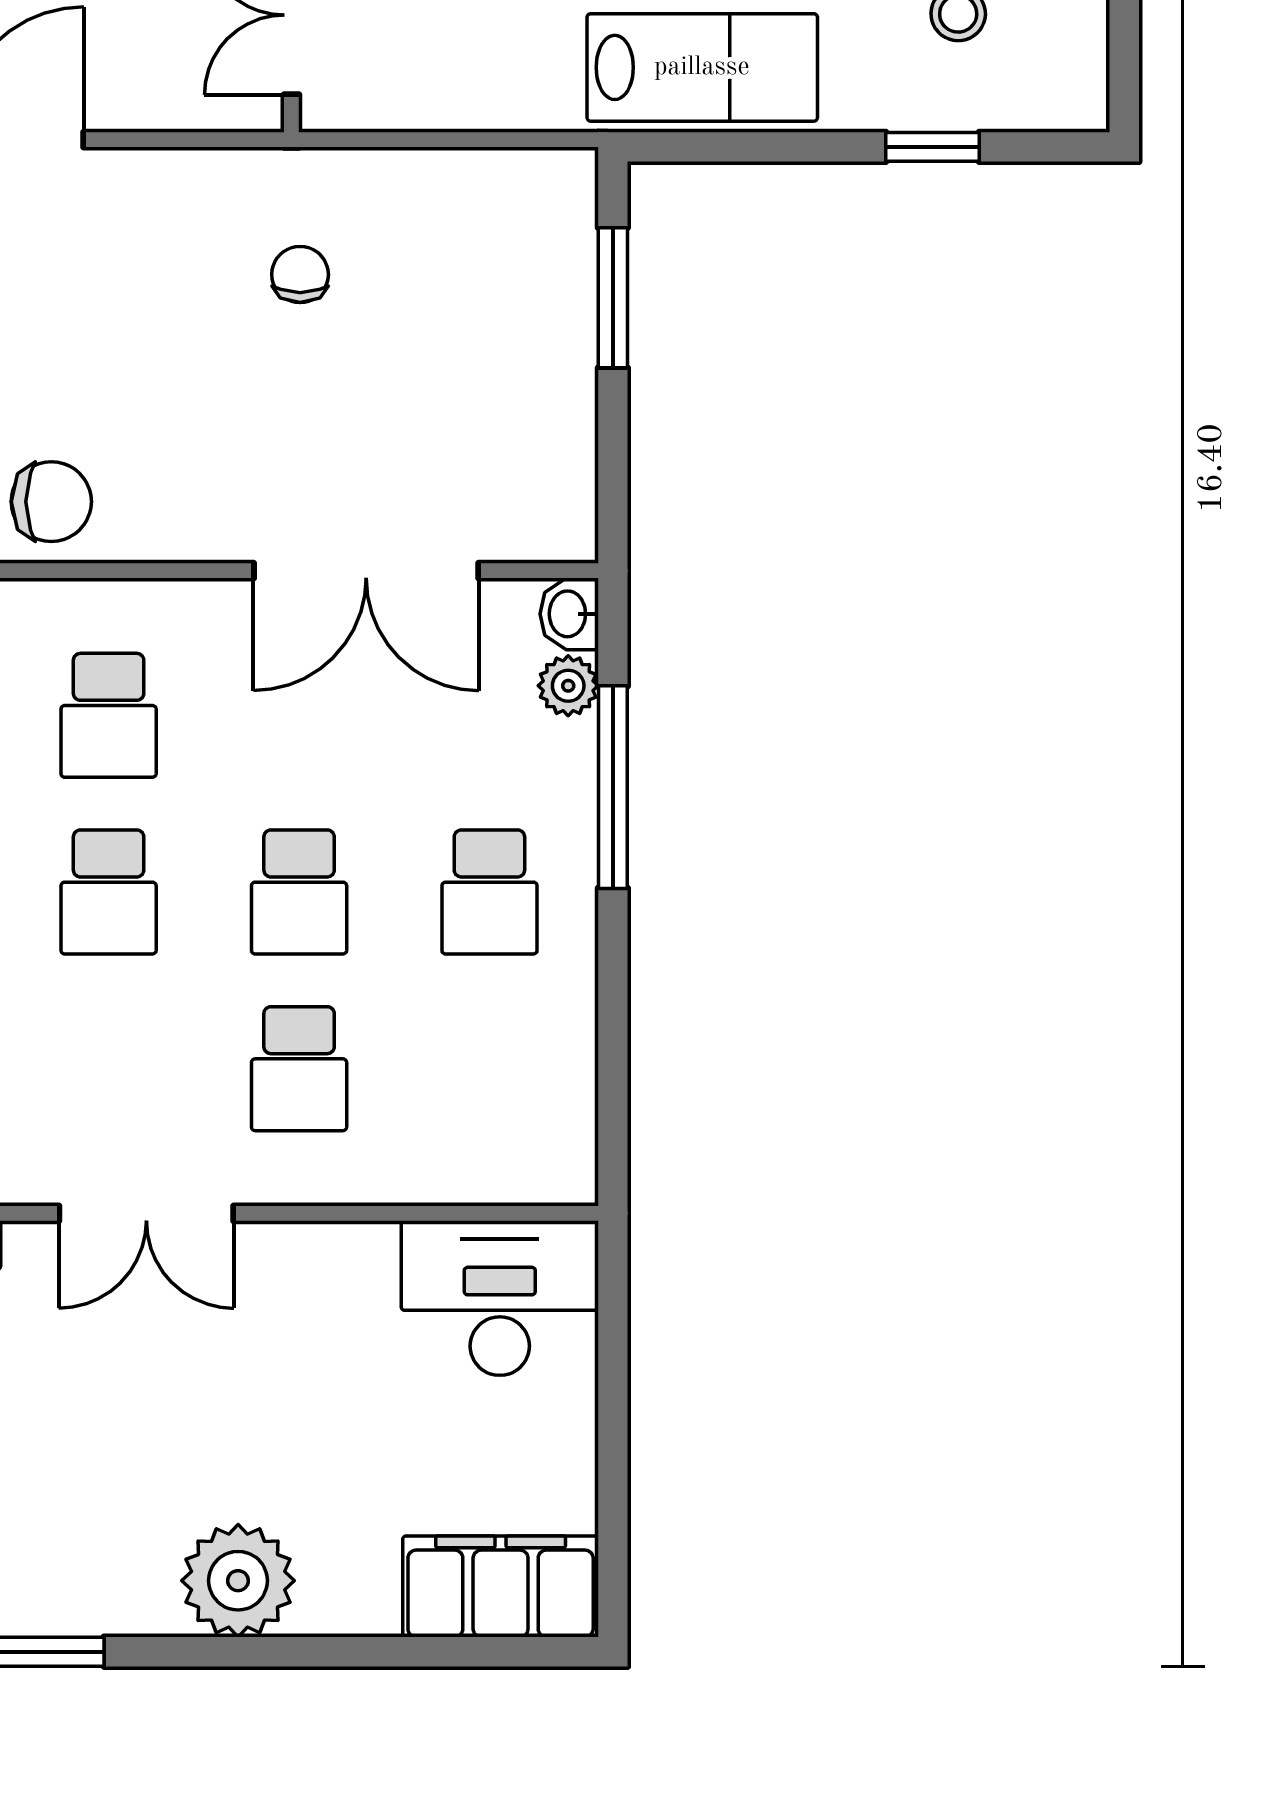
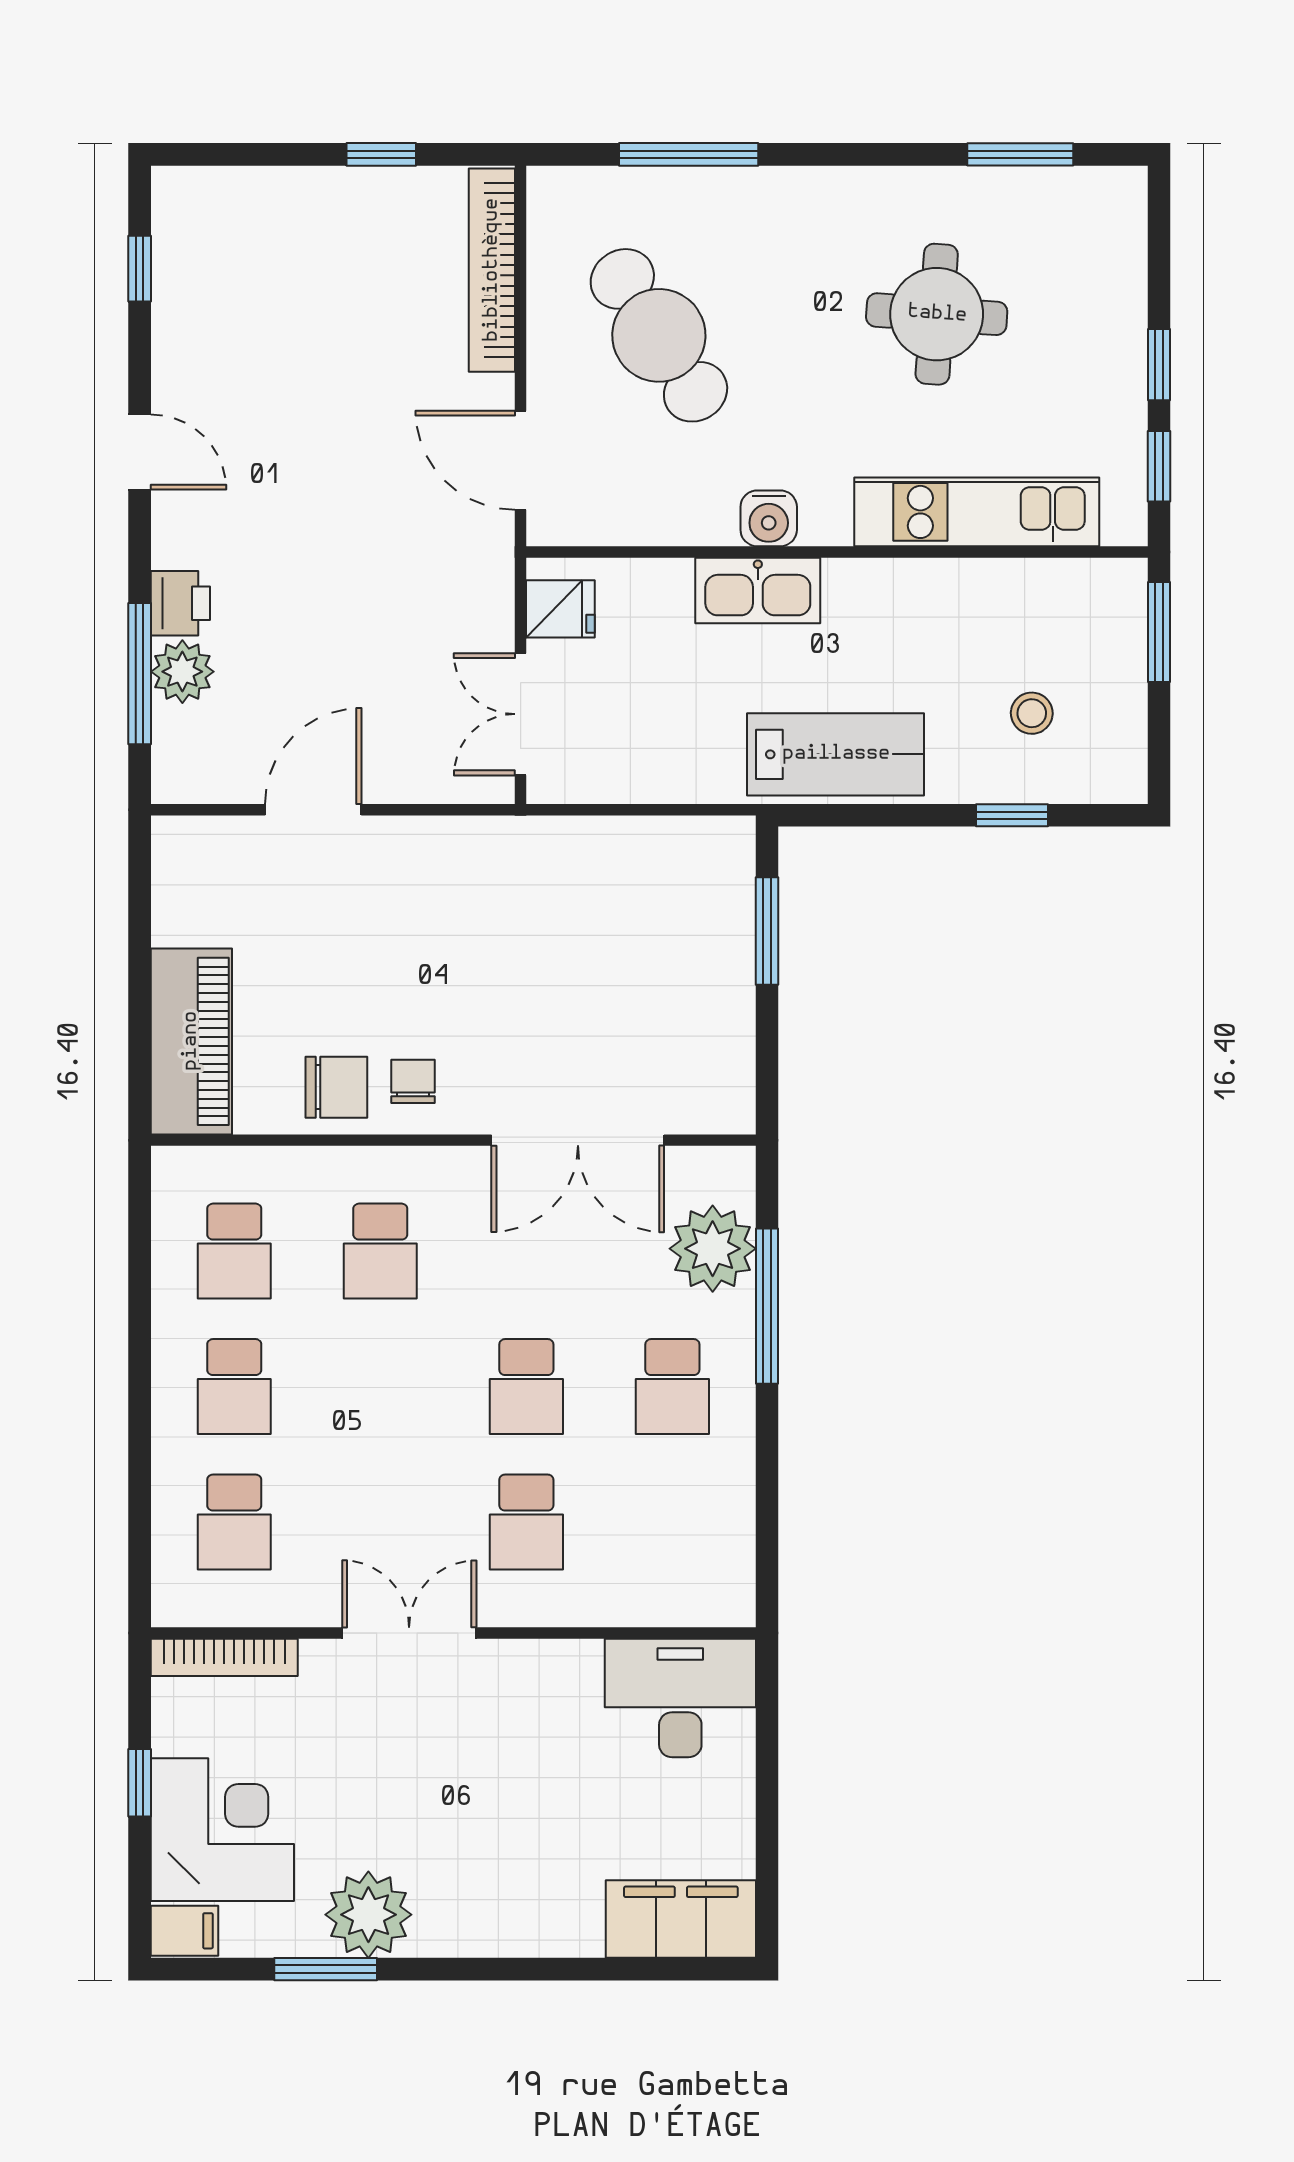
chair: (300, 274) -> (413, 1081), moved
washbasin: (569, 614) -> (733, 1173), removed
plant: (568, 686) -> (713, 1249), width x1.88, depth x1.88
school desk: (109, 892) -> (380, 1387), removed
double door: (146, 1213) -> (409, 1633), swing flipped
plant: (238, 1581) -> (368, 1915), moved

